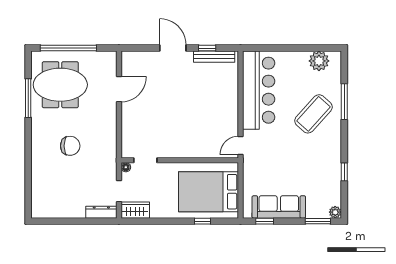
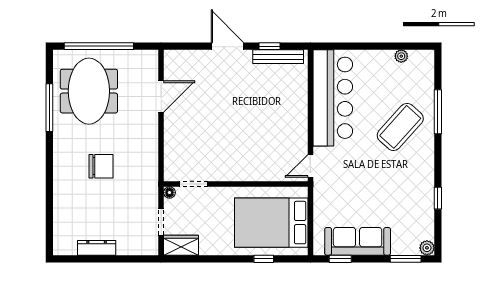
plant: (319, 61) -> (401, 56), width x0.53, depth x0.53
meeting table: (60, 85) -> (89, 91), turned 90
dresser: (101, 212) -> (97, 248), moved

